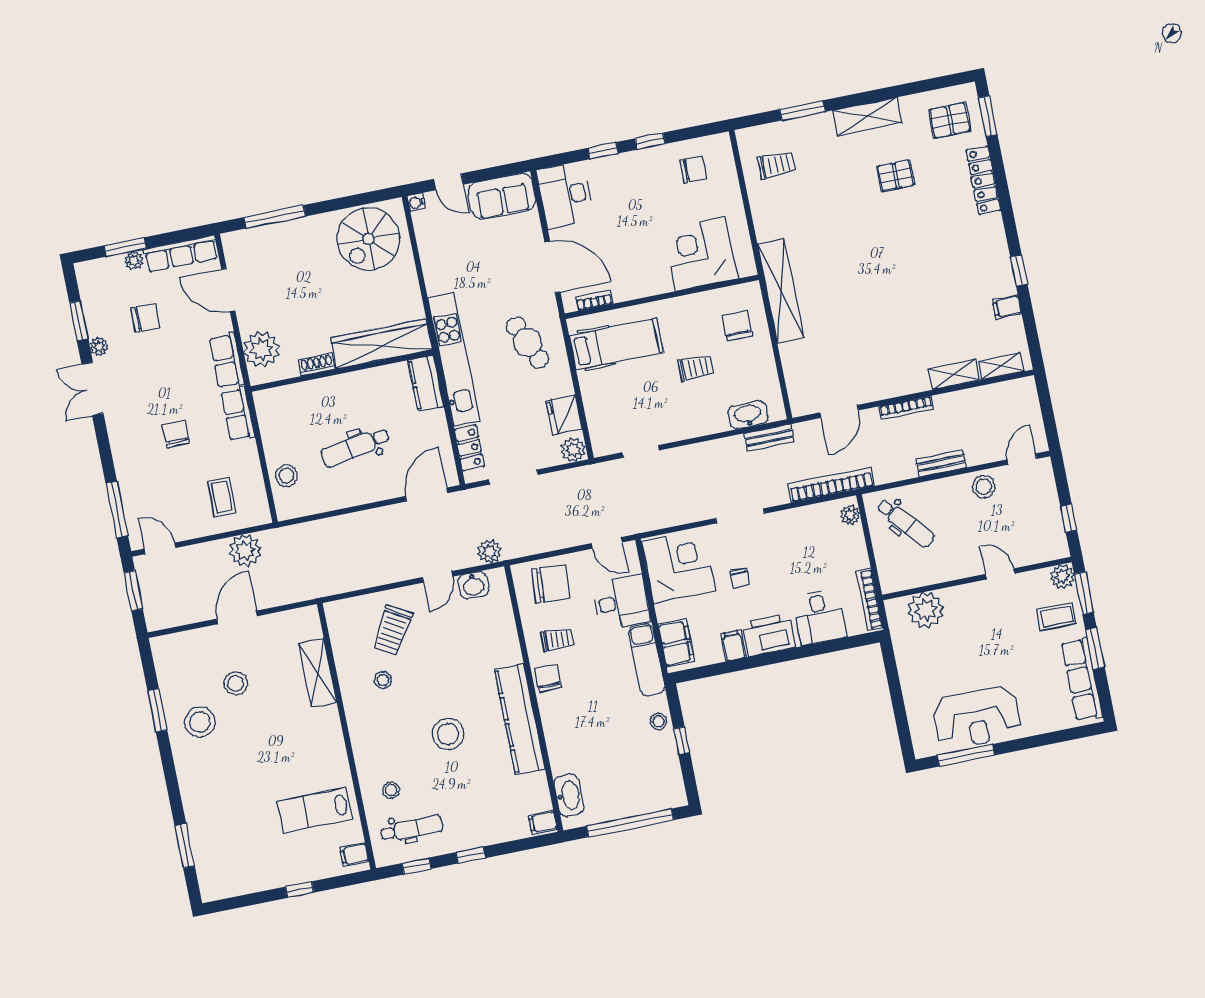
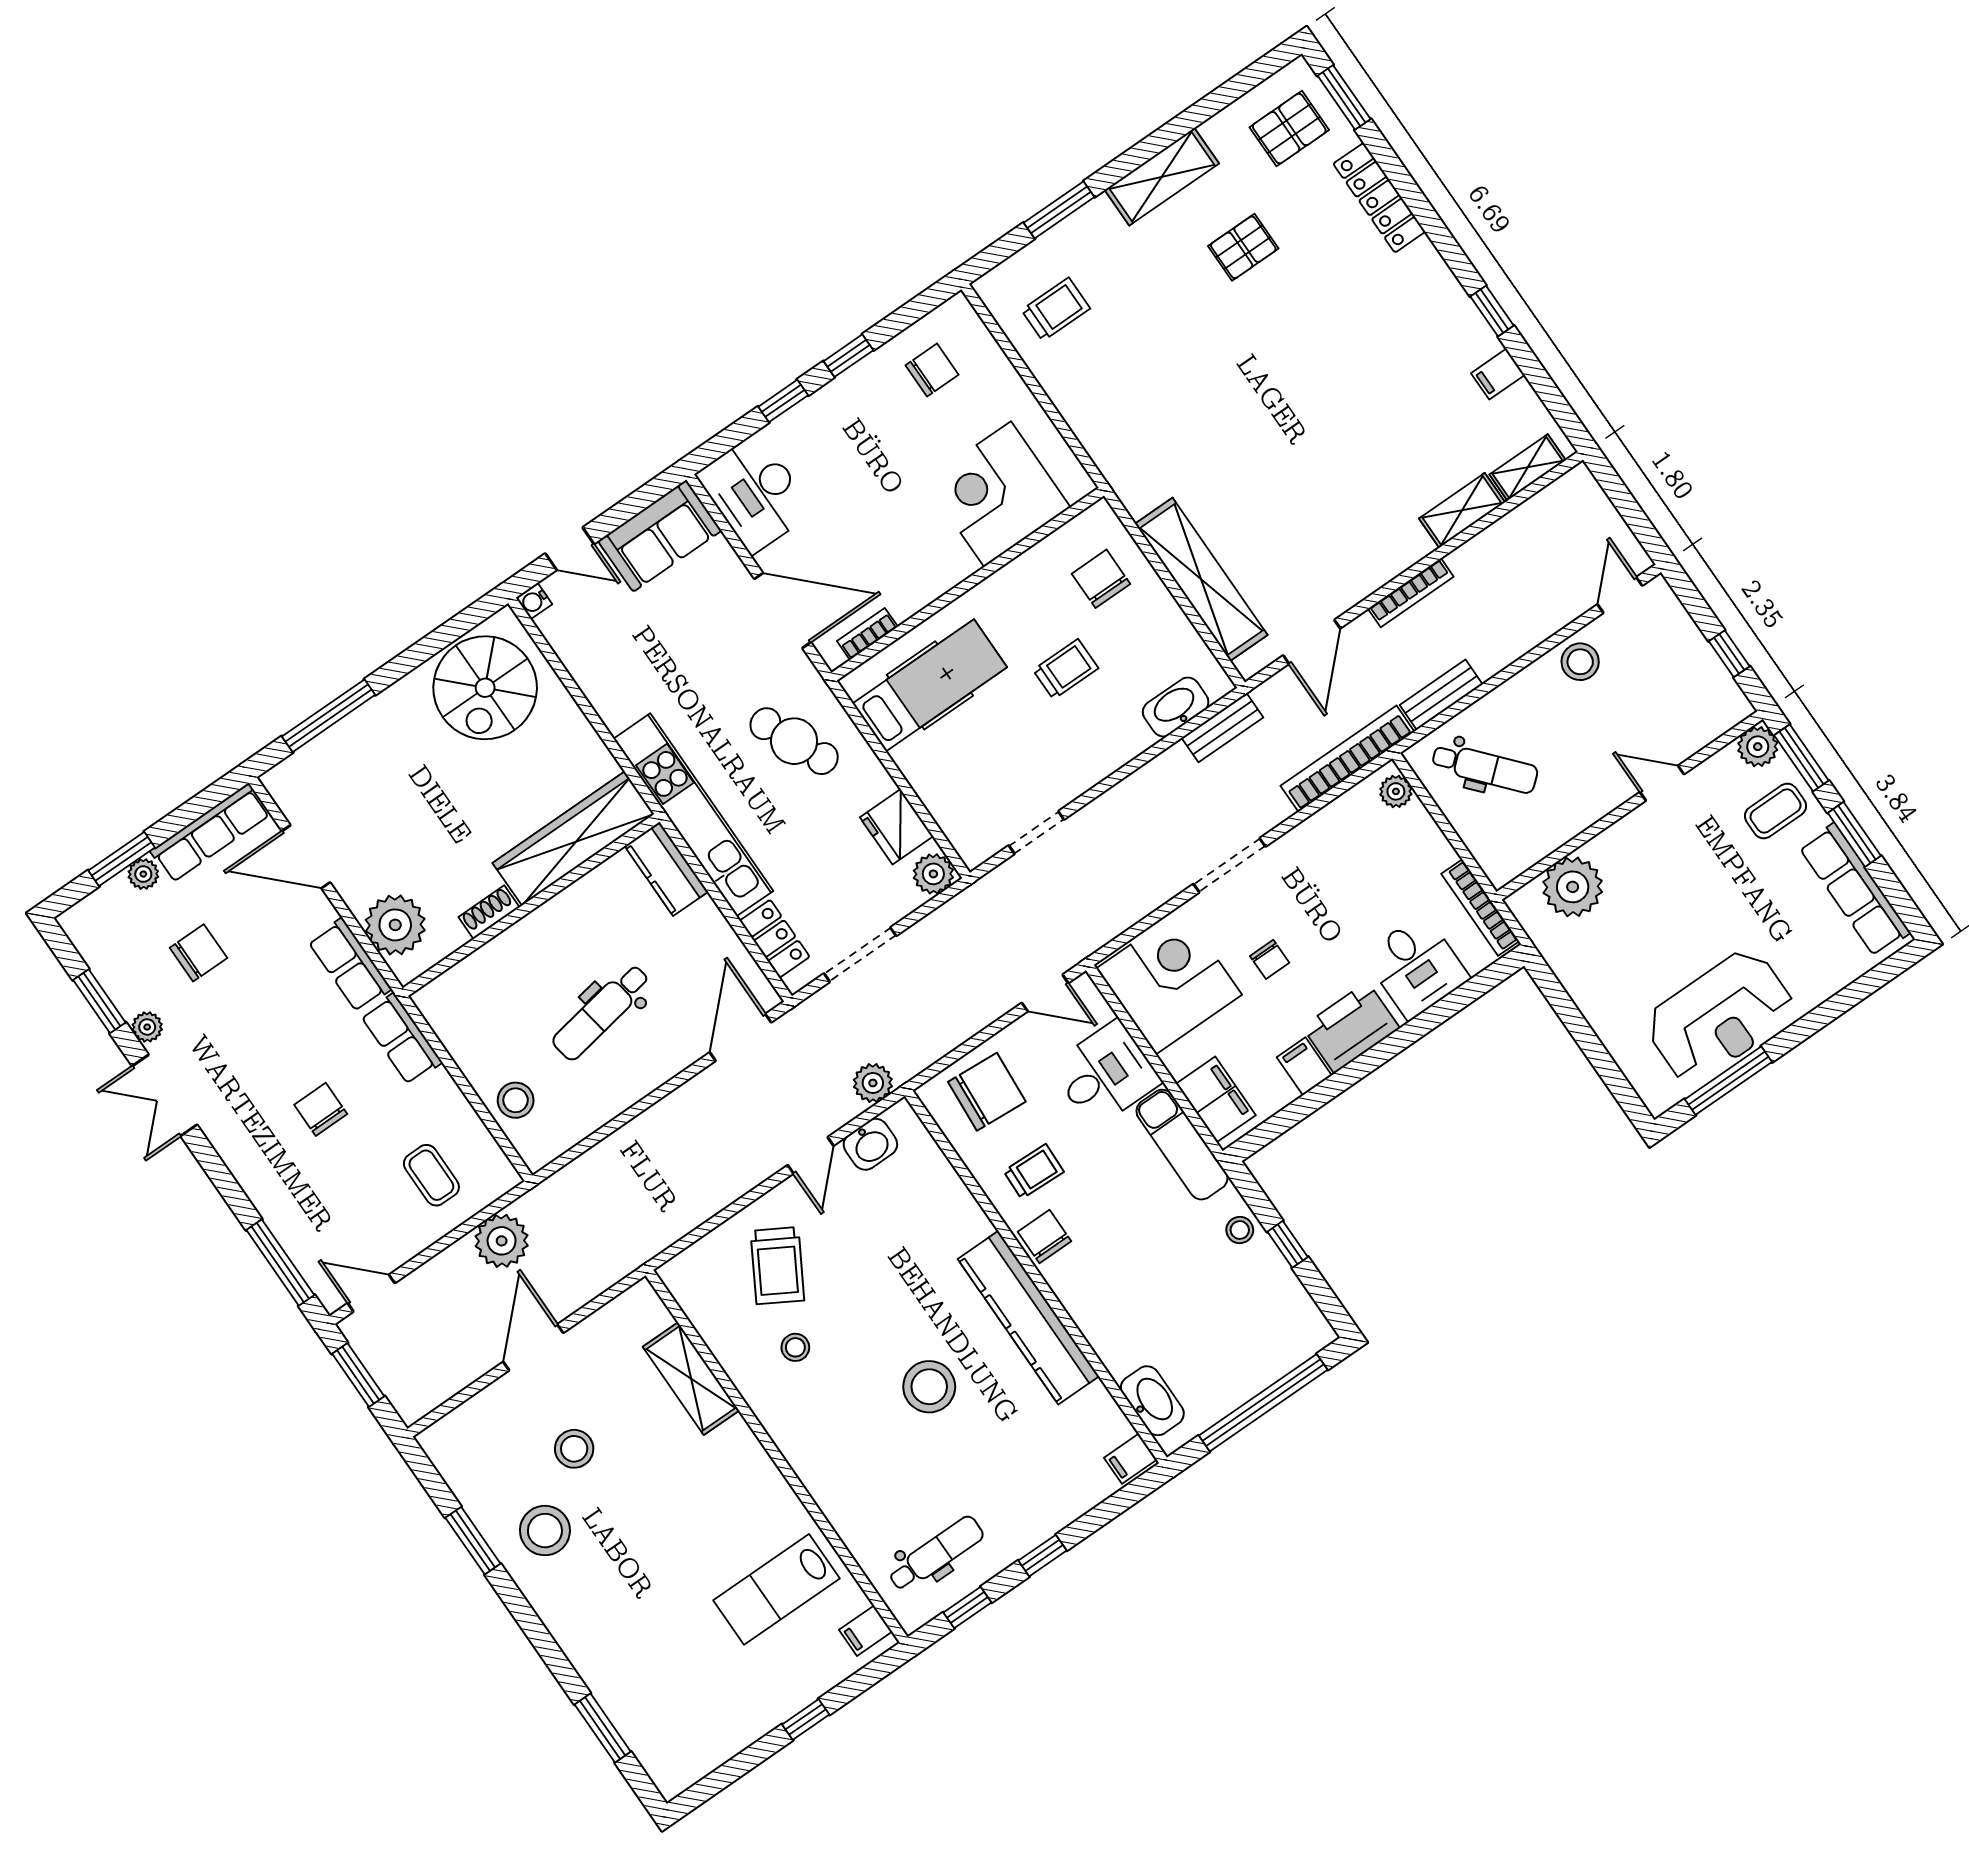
shelving: (781, 291) -> (1201, 579), moved
bench: (941, 463) -> (1441, 695), moved
stool: (391, 790) -> (879, 1509), removed

